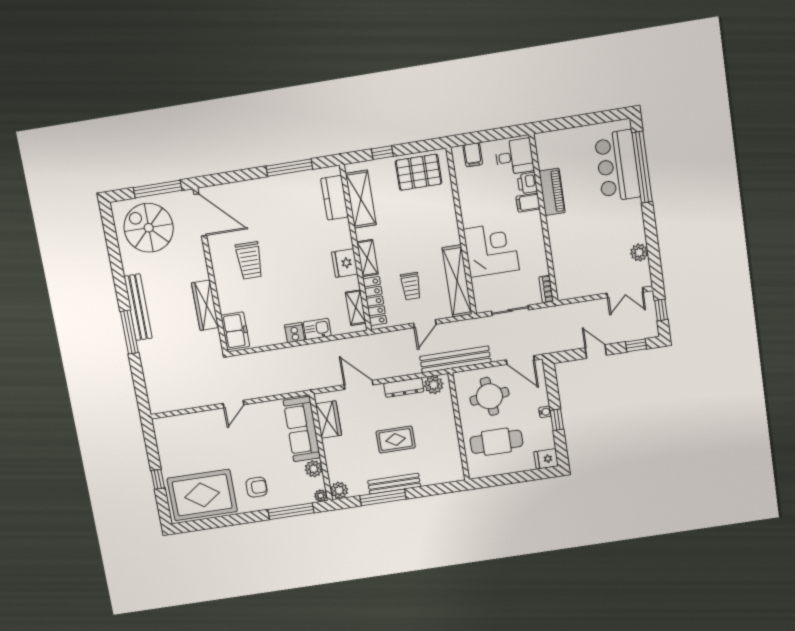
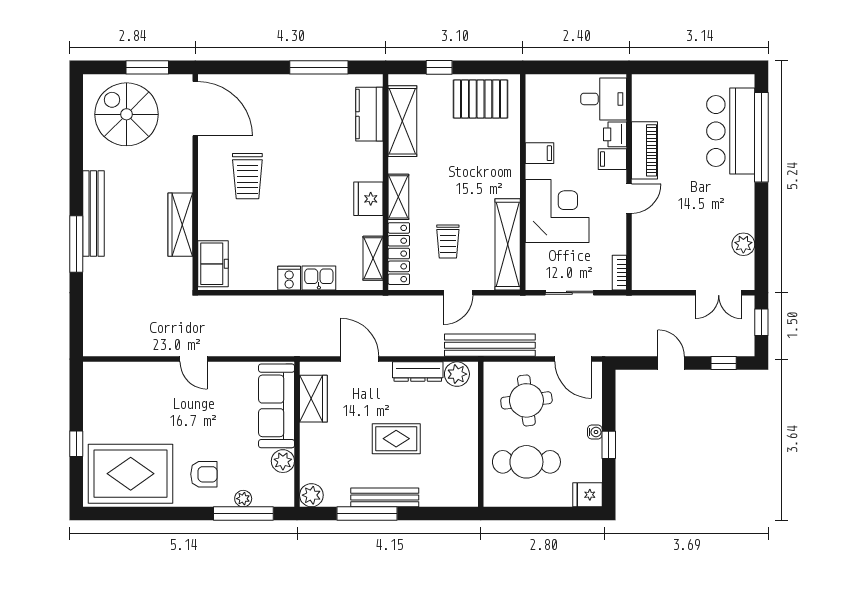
filing cabinet: (473, 155) -> (540, 153), moved, turned -90
window: (158, 189) -> (147, 67), width x0.69
door: (545, 231) -> (629, 199), added
door: (233, 404) -> (194, 359), hinge flipped
plant: (321, 496) -> (243, 499), moved

